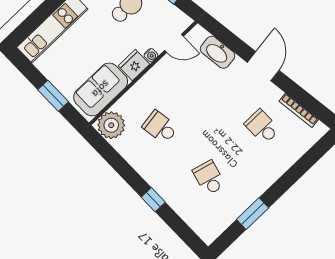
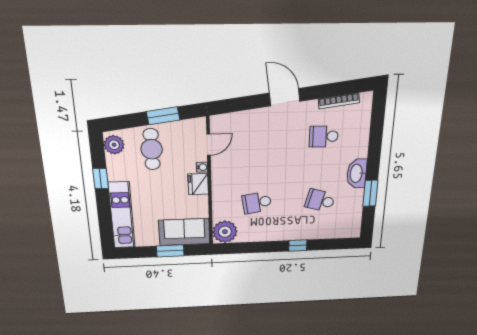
washbasin: (218, 52) -> (357, 173), moved, turned 98
sofa: (101, 89) -> (184, 232), moved, turned 90

